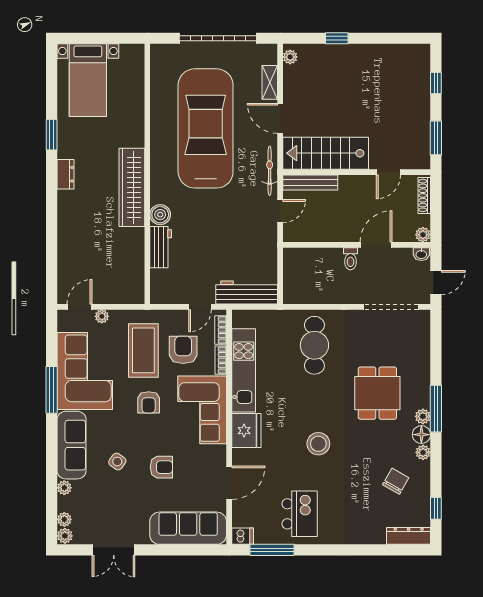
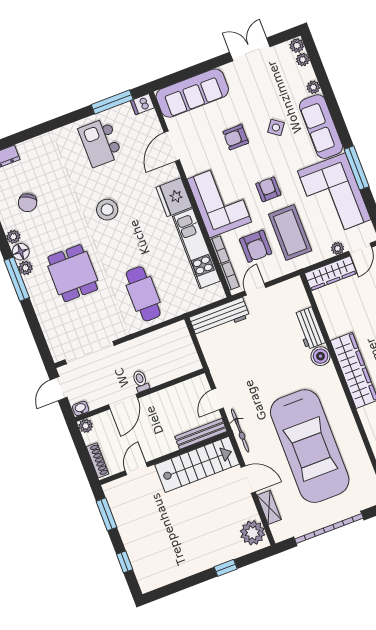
plant: (290, 57) -> (252, 533), width x1.88, depth x1.88
wardrobe: (118, 294) -> (331, 273), added

